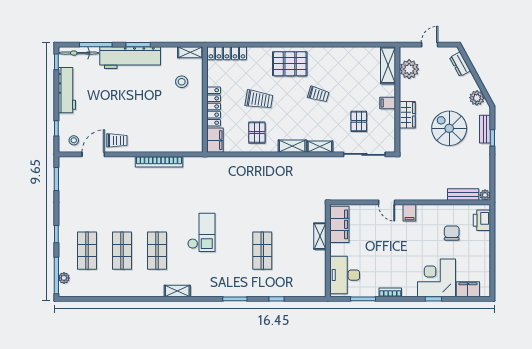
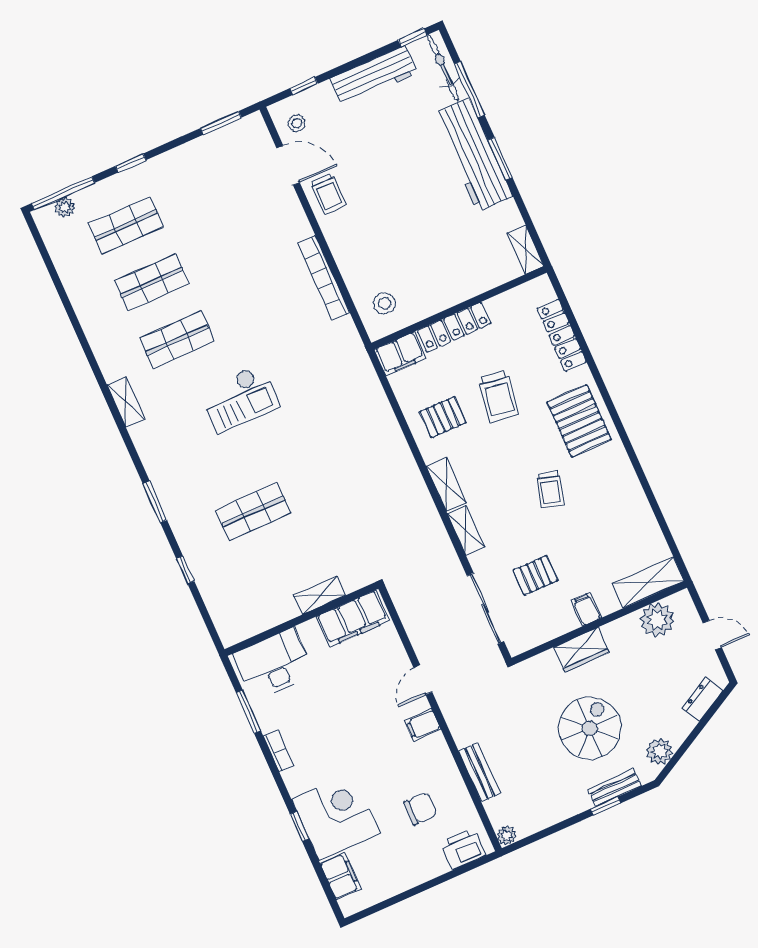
locker: (227, 53) -> (562, 335), moved
stool: (182, 82) -> (384, 303), moved
bench: (463, 195) -> (480, 772), moved

